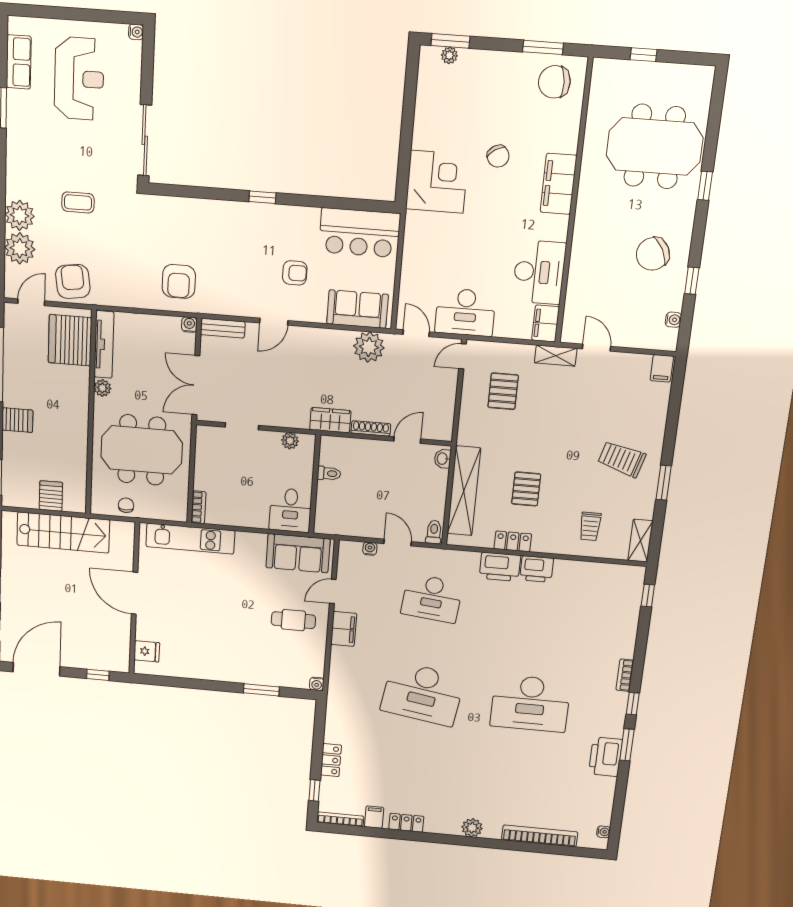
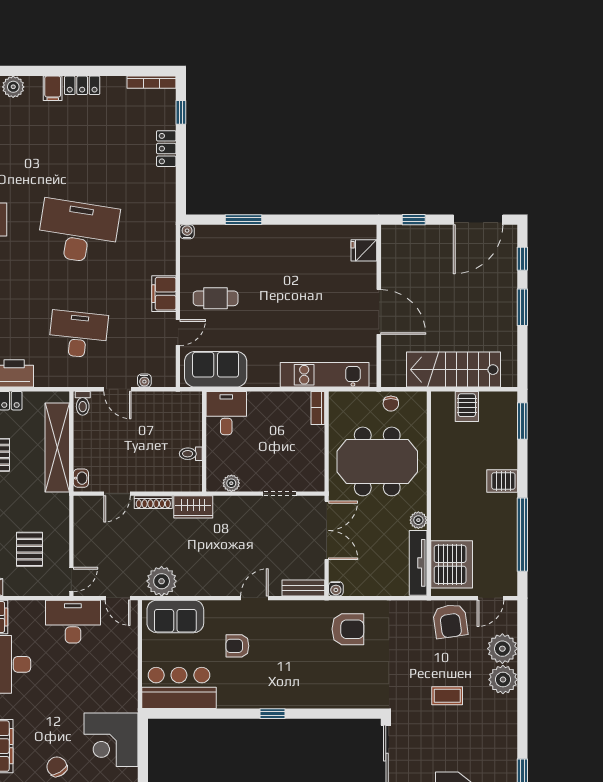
armchair: (179, 281) -> (348, 629), turned 90
filing cabinet: (374, 817) -> (53, 88), moved

